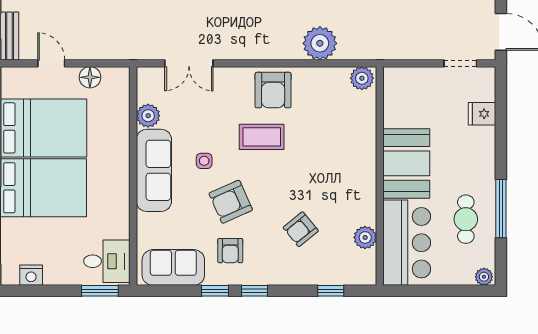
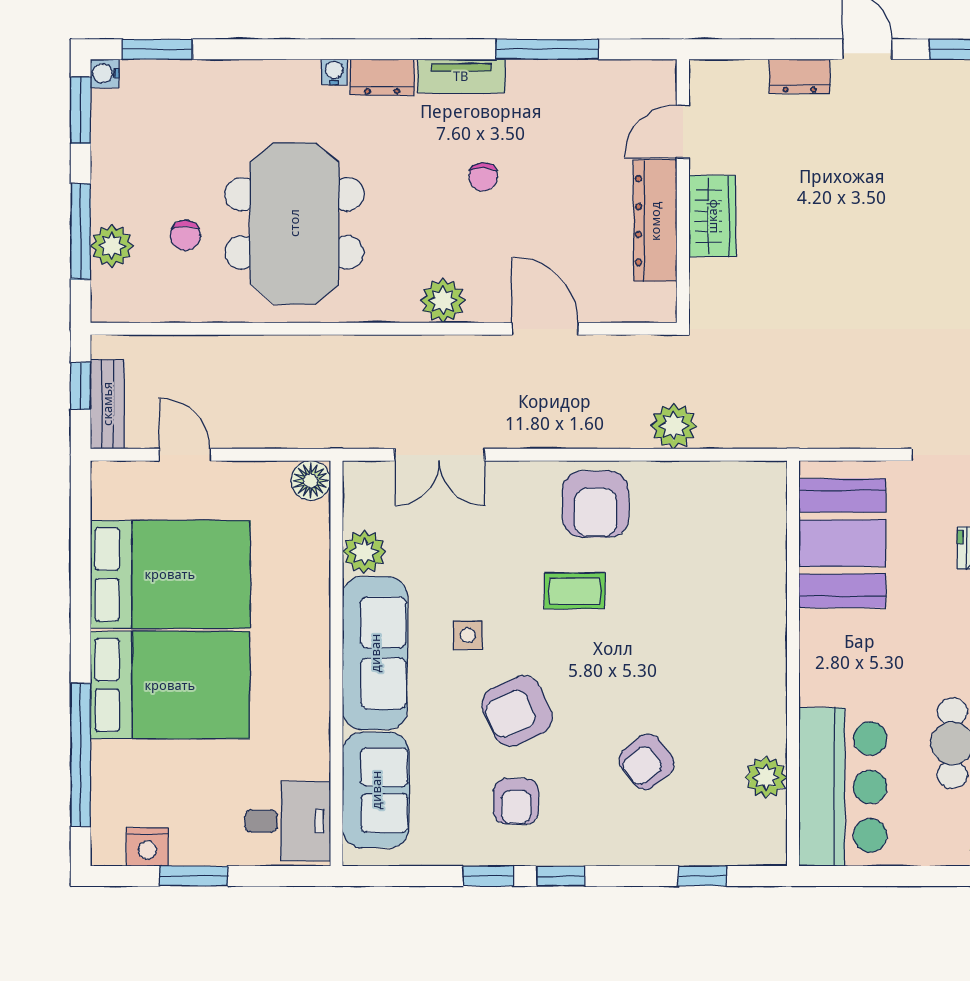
plant: (320, 43) -> (674, 426), width x0.73, depth x0.73
floor lamp: (90, 77) -> (311, 481), moved
plant: (362, 78) -> (760, 482), removed
coffee table: (262, 137) -> (575, 591), width x0.73, depth x0.77
booth: (406, 163) -> (842, 543), moved
sofa: (173, 267) -> (376, 790), moved, turned 90
window: (100, 291) -> (194, 876), moved

